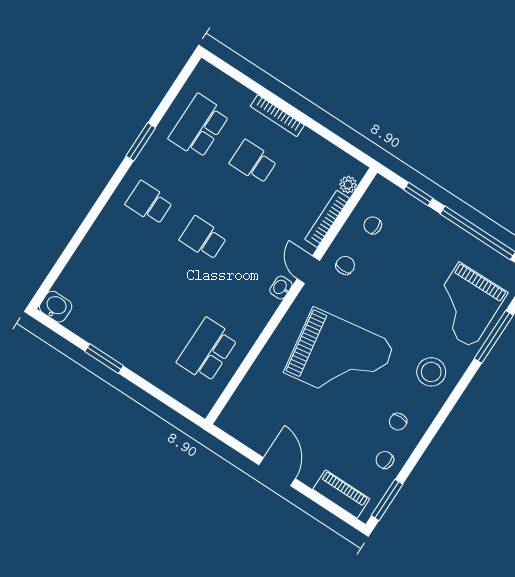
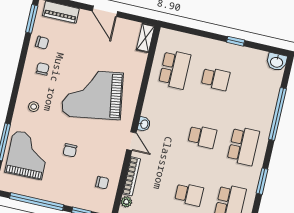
school desk: (149, 203) -> (243, 146), width x1.85
window: (82, 231) -> (277, 114), added
chair: (345, 265) -> (70, 150), moved
school desk: (153, 315) -> (216, 79), added
window: (104, 359) -> (236, 41), width x0.67
stool: (431, 372) -> (34, 107), width x0.53, depth x0.53
shelving: (233, 411) -> (145, 38), added

